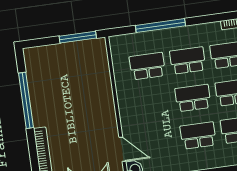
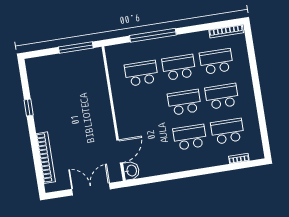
window: (26, 100) -> (29, 108), width x0.32
door: (122, 149) -> (119, 151), hinge flipped

